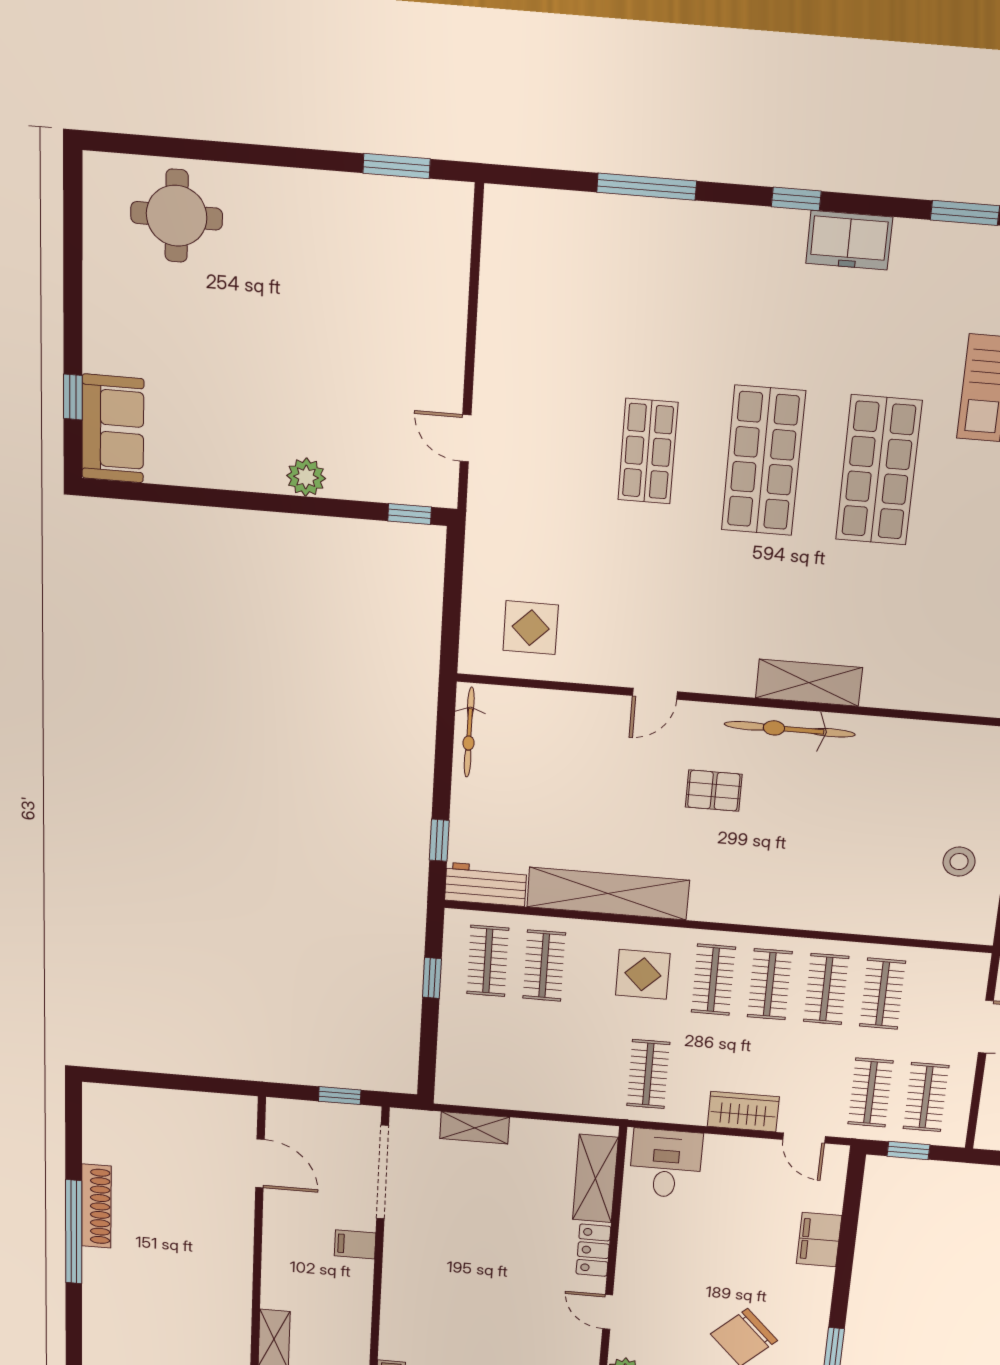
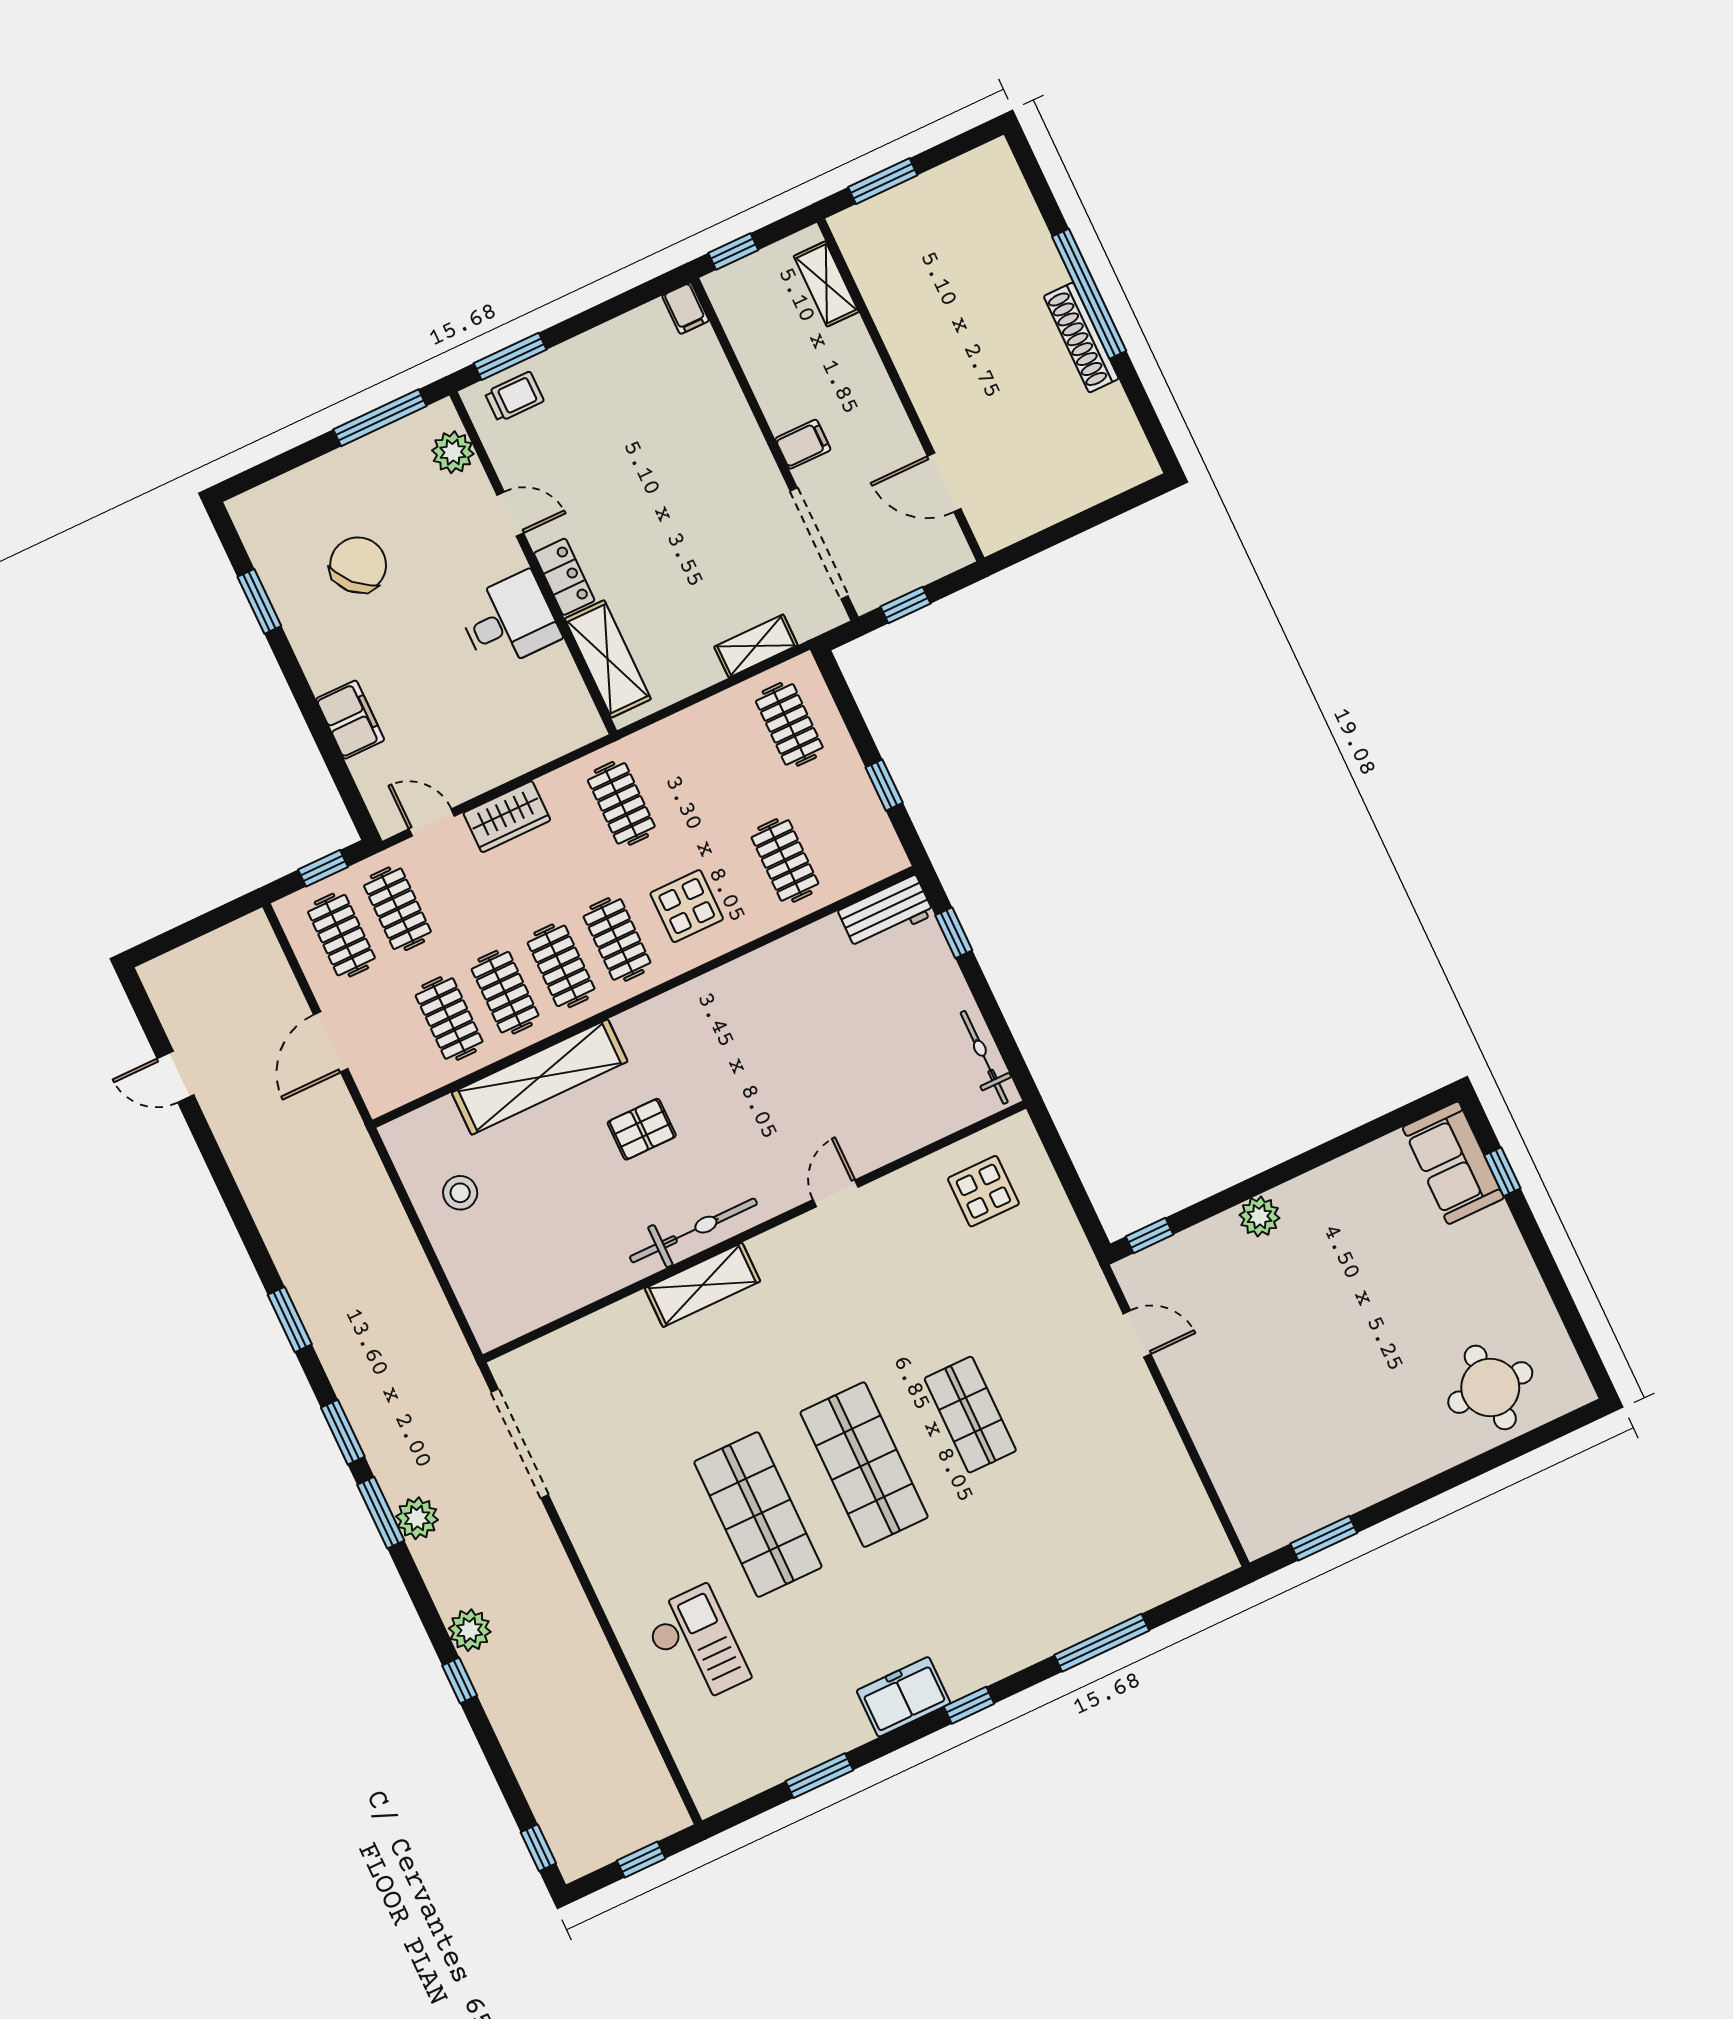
pallet: (714, 791) -> (642, 1129), moved
shelving: (608, 894) -> (540, 1077), moved
clothes rail: (488, 961) -> (789, 724), moved
desk: (666, 1164) -> (509, 621), moved, turned -90

